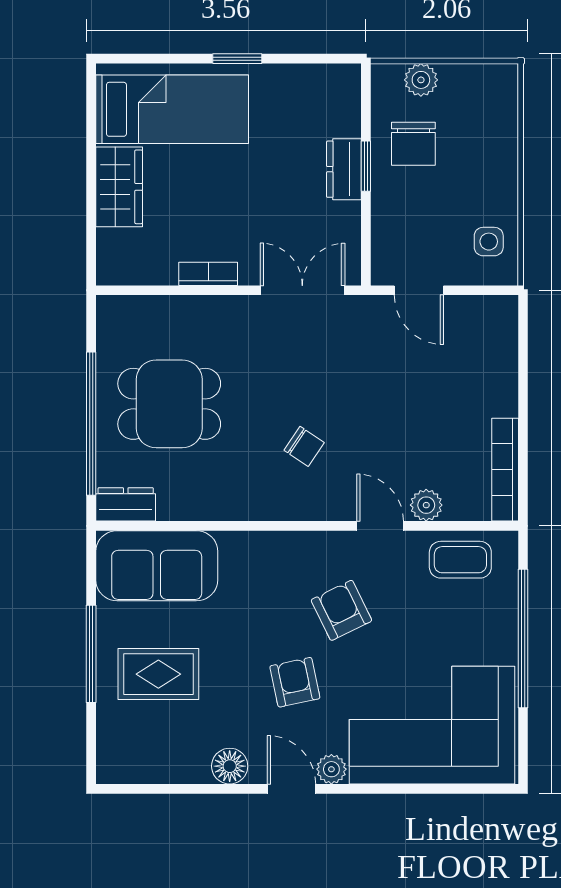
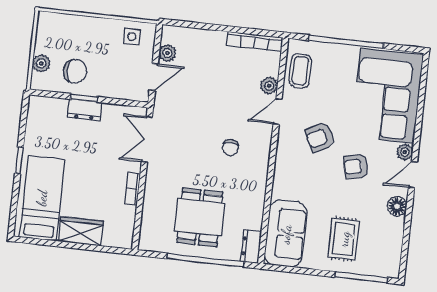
plant: (466, 311) -> (167, 53), added
chair: (304, 446) -> (230, 148), turned 146
window: (91, 654) -> (361, 277), moved

